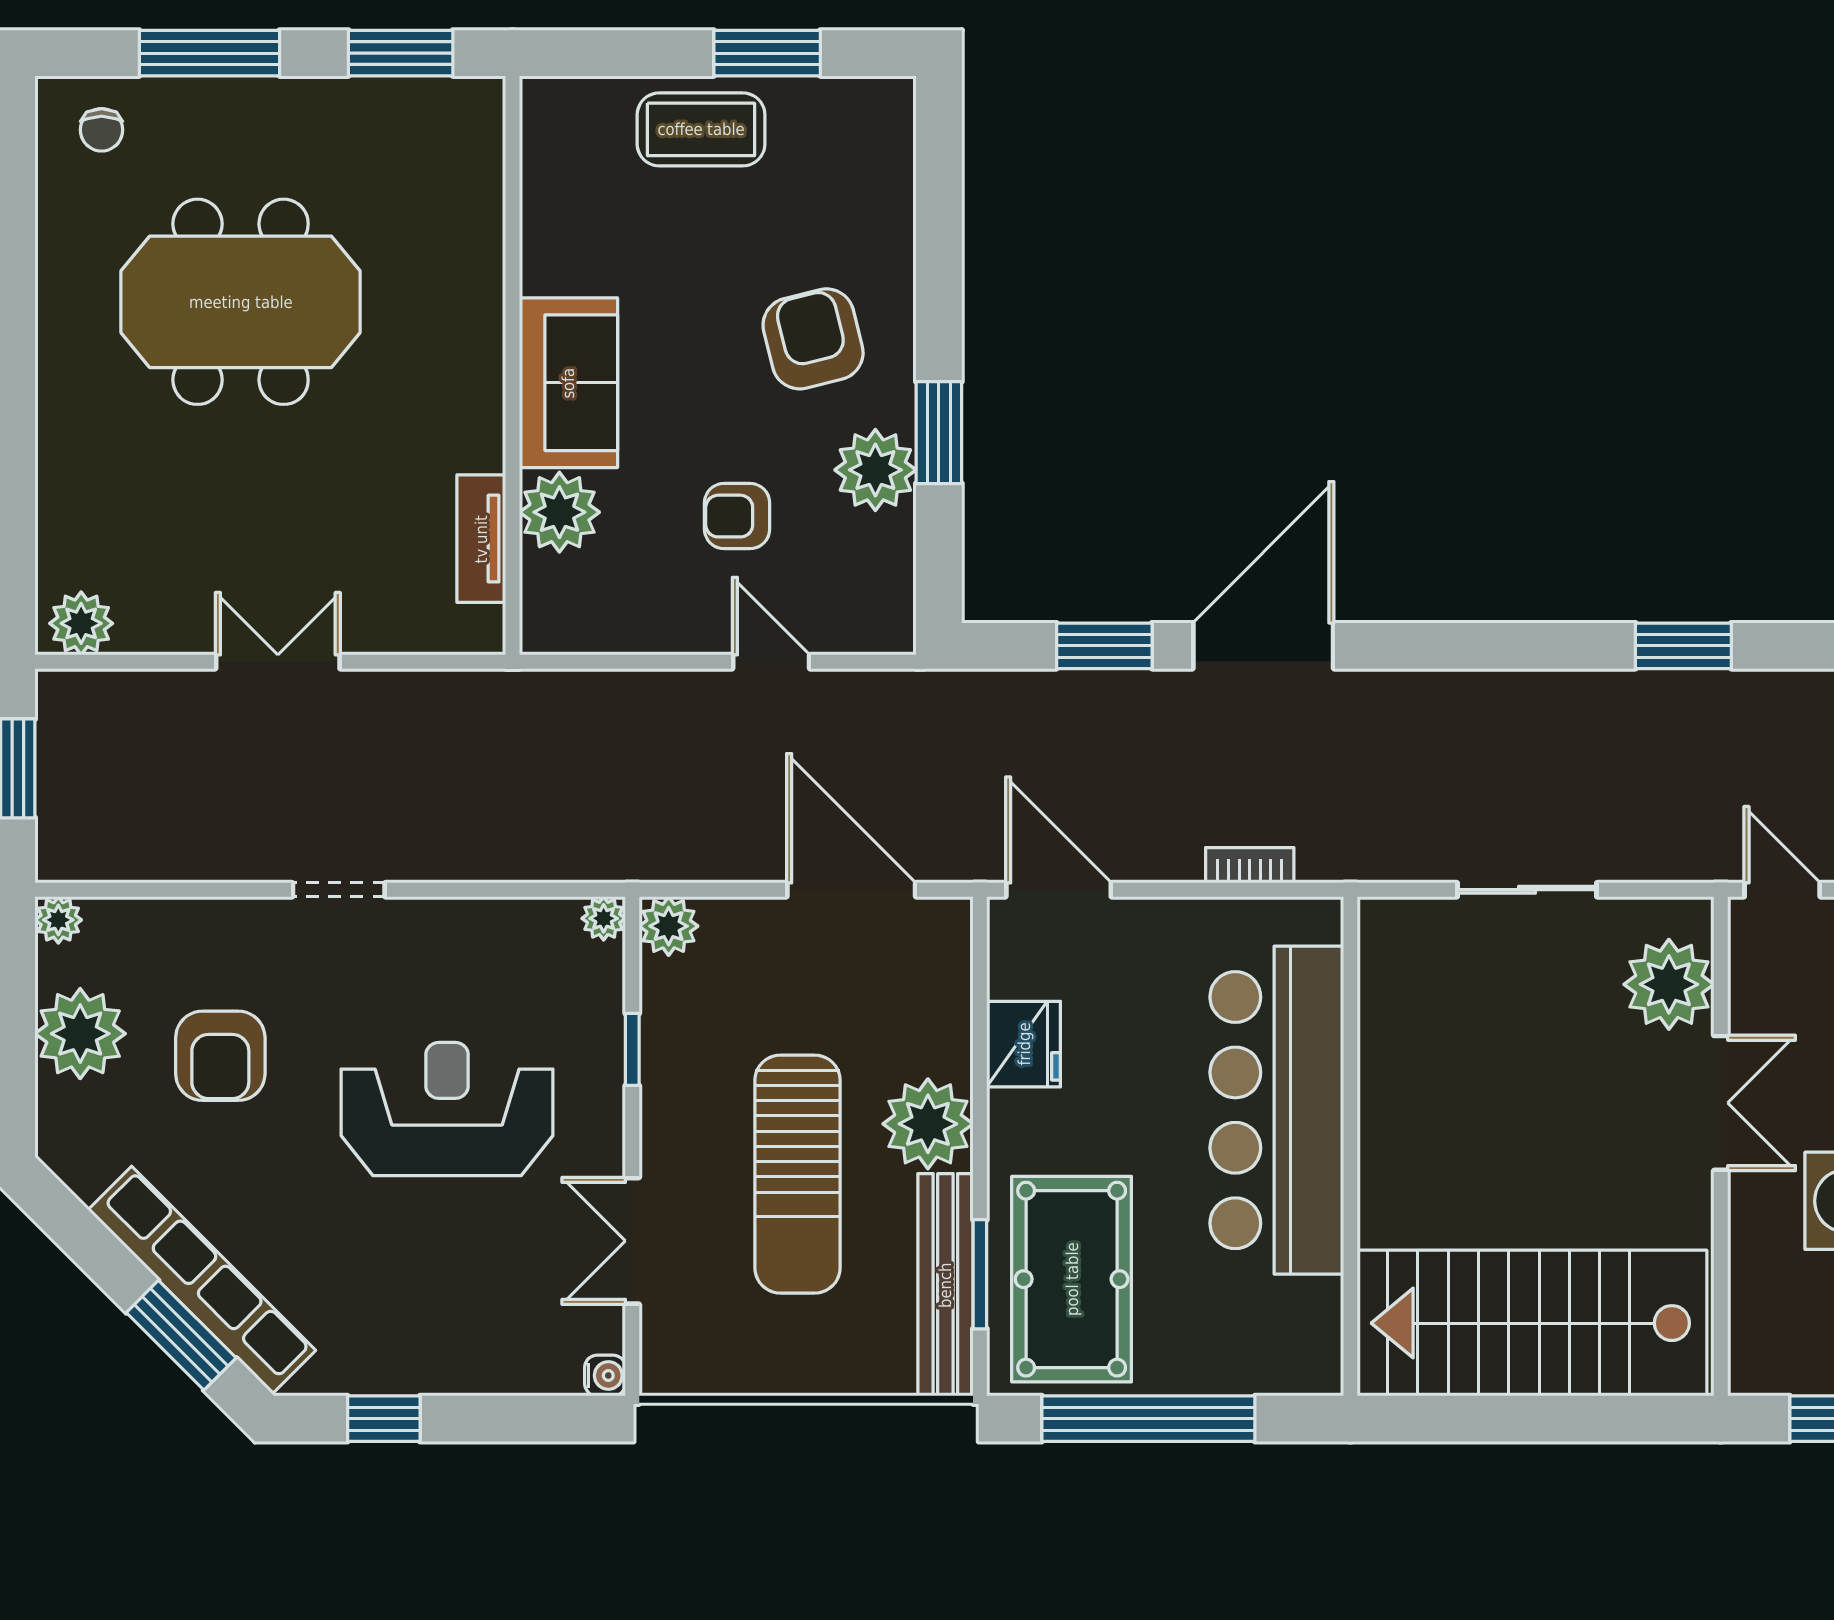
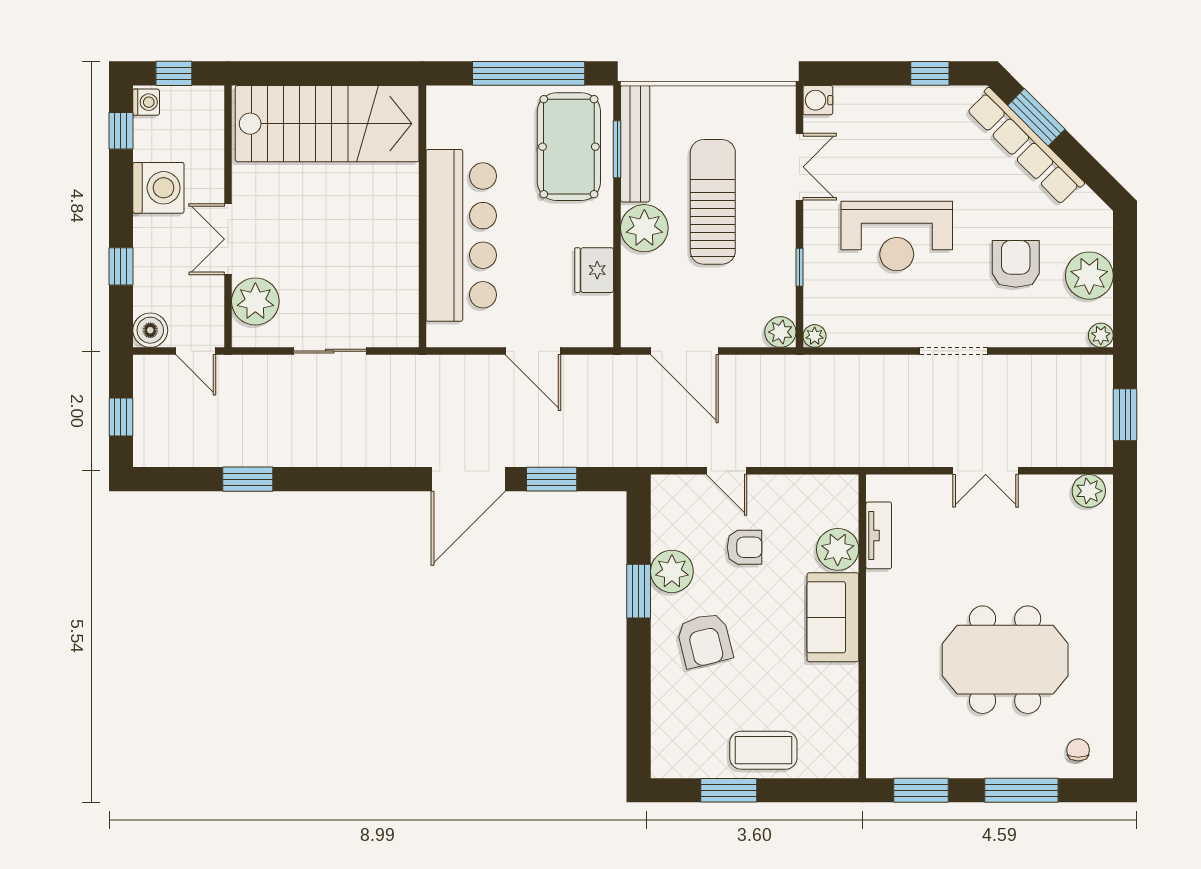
bookcase: (1250, 865) -> (475, 364), removed
doorway: (339, 890) -> (954, 351), width x1.38
door: (1059, 890) -> (533, 351), moved
water cooler: (605, 1376) -> (818, 100), width x1.38, depth x1.38

